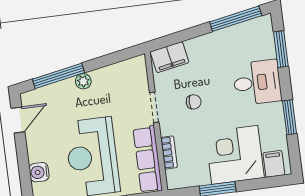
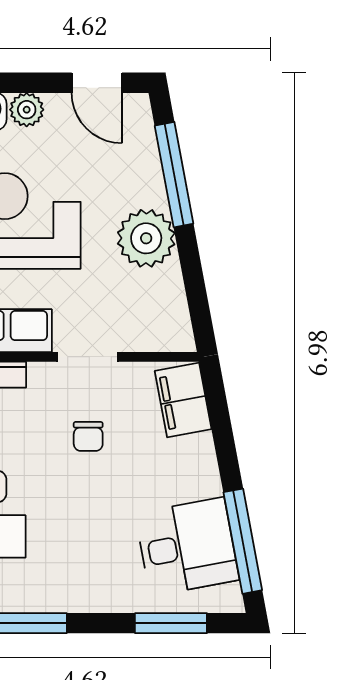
plant: (83, 81) -> (146, 238), width x1.88, depth x1.88
desk: (257, 82) -> (187, 547), moved, turned -101
plant: (36, 153) -> (27, 110), added

